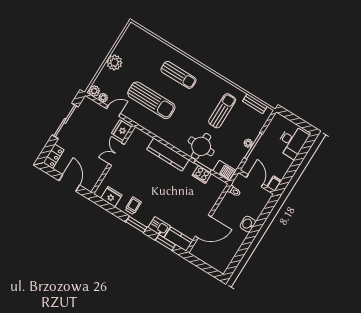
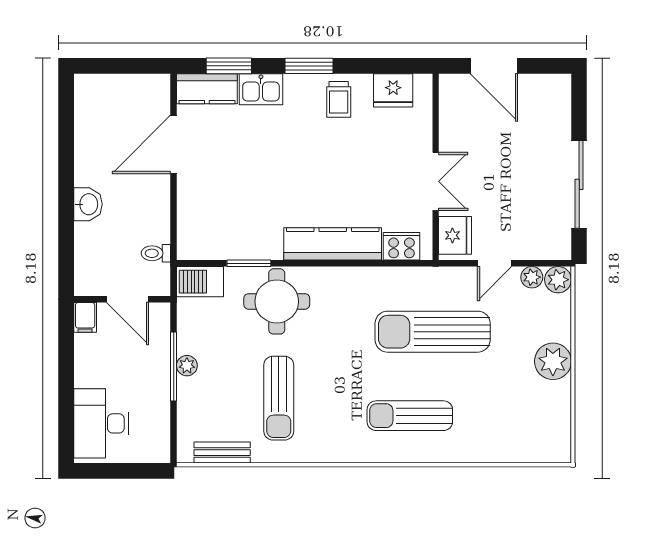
locker: (54, 156) -> (558, 100), removed
cooker: (202, 174) -> (401, 246), moved

